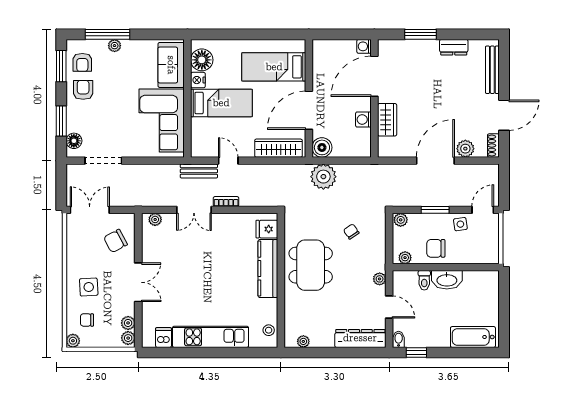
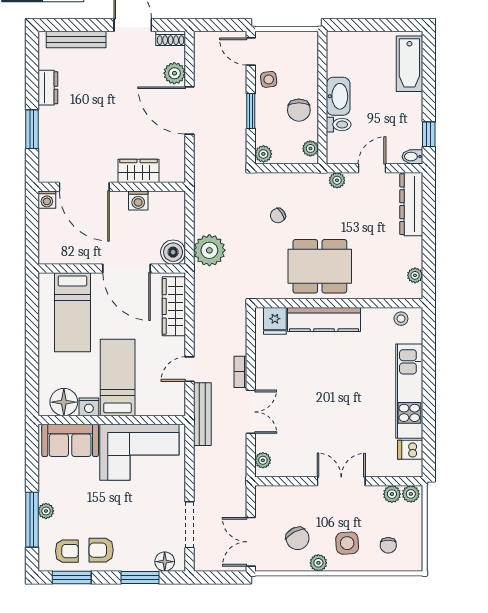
bench: (199, 171) -> (202, 414), width x1.36
chair: (115, 241) -> (298, 538), moved
plant: (73, 341) -> (318, 563), moved

